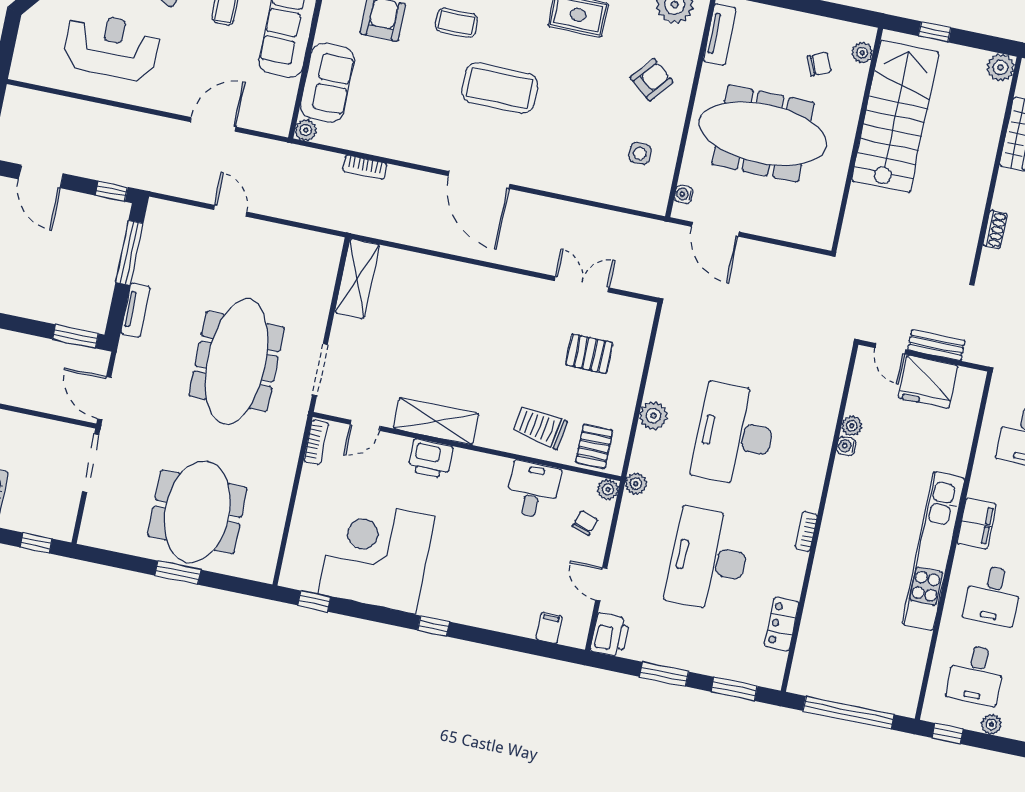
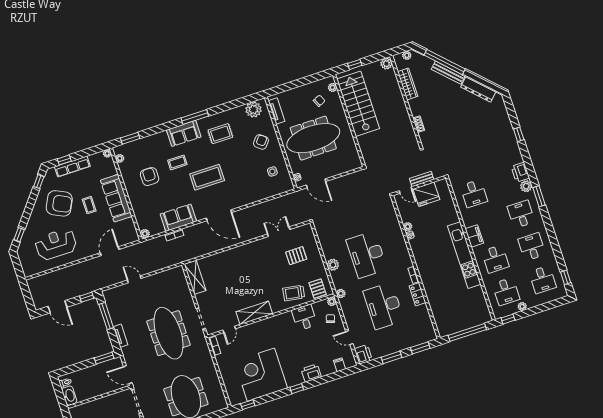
sofa: (327, 83) -> (178, 218), moved, turned -90
printer: (430, 459) -> (311, 373), moved, turned 180
locker: (782, 624) -> (418, 294), moved

